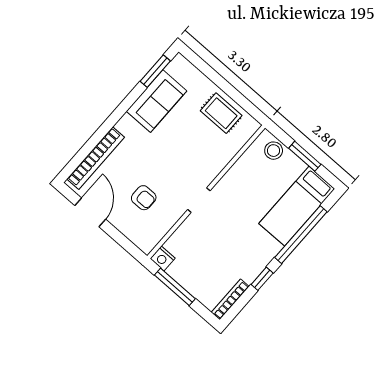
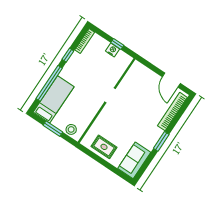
window: (155, 71) -> (161, 141), moved
sofa: (157, 101) -> (134, 160), moved
armchair: (144, 198) -> (142, 93), removed
nightstand: (163, 258) -> (113, 50), moved
window: (175, 287) -> (117, 44), width x0.46

